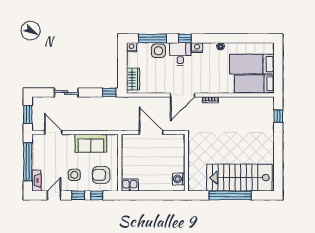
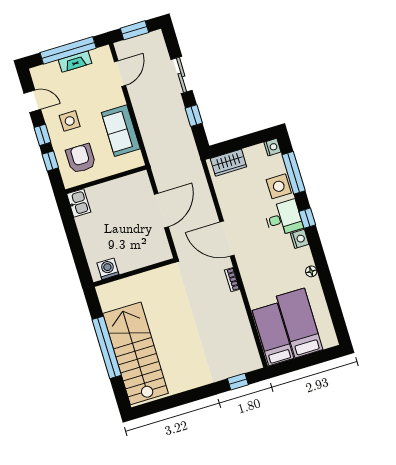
window: (109, 92) -> (194, 116), moved
fireplace: (36, 181) -> (75, 62), moved

